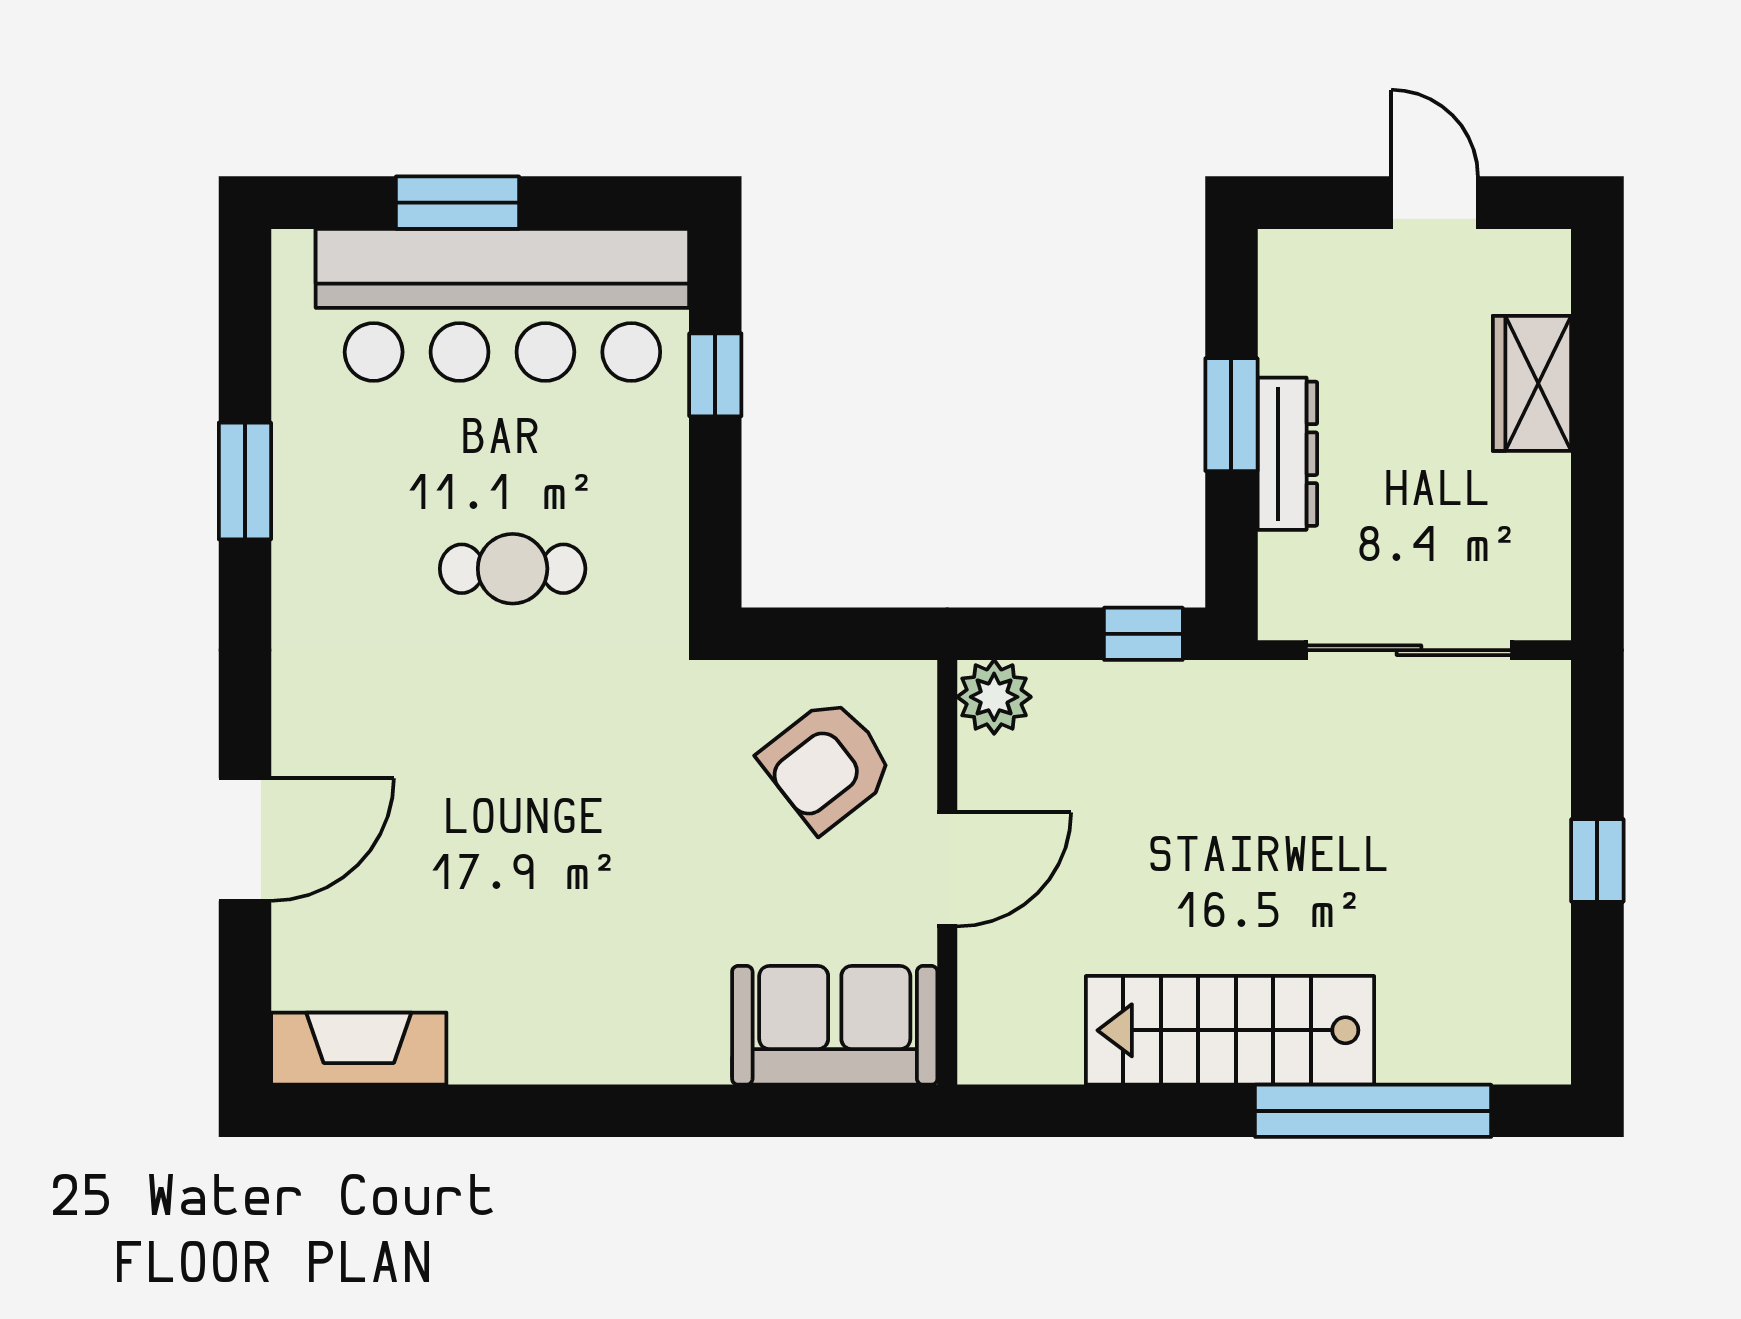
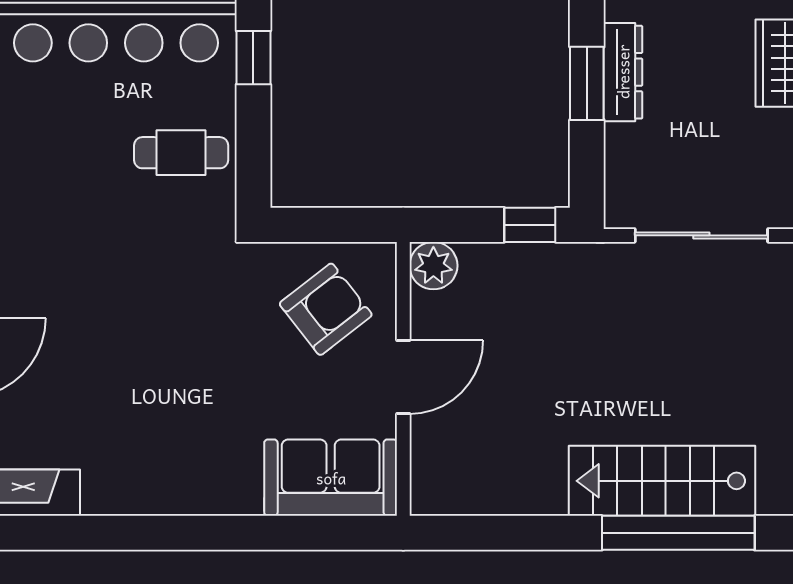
dresser: (1287, 454) -> (623, 72), moved
cafe table: (513, 569) -> (181, 153), moved
armchair: (827, 765) -> (326, 309), turned 180
stairs: (1230, 1030) -> (662, 481), moved

